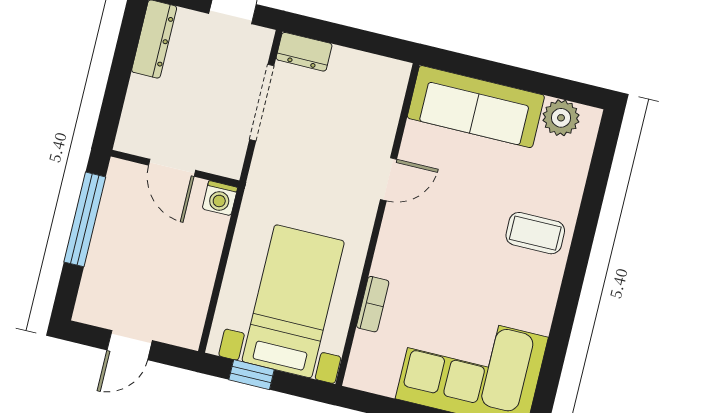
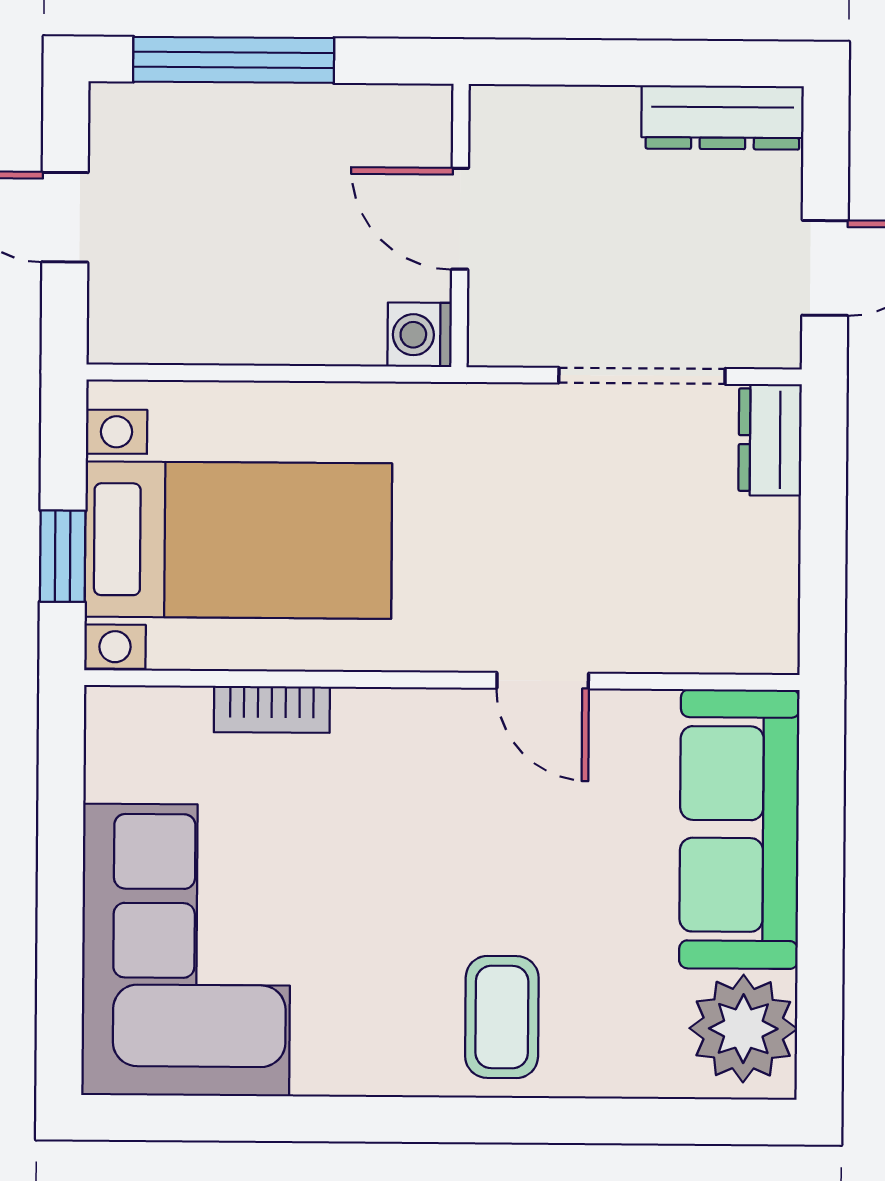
plant: (561, 118) -> (743, 1029), width x1.36, depth x1.36
door: (172, 168) -> (460, 219), hinge flipped
window: (85, 219) -> (234, 60), moved
window: (252, 375) -> (63, 556), moved

